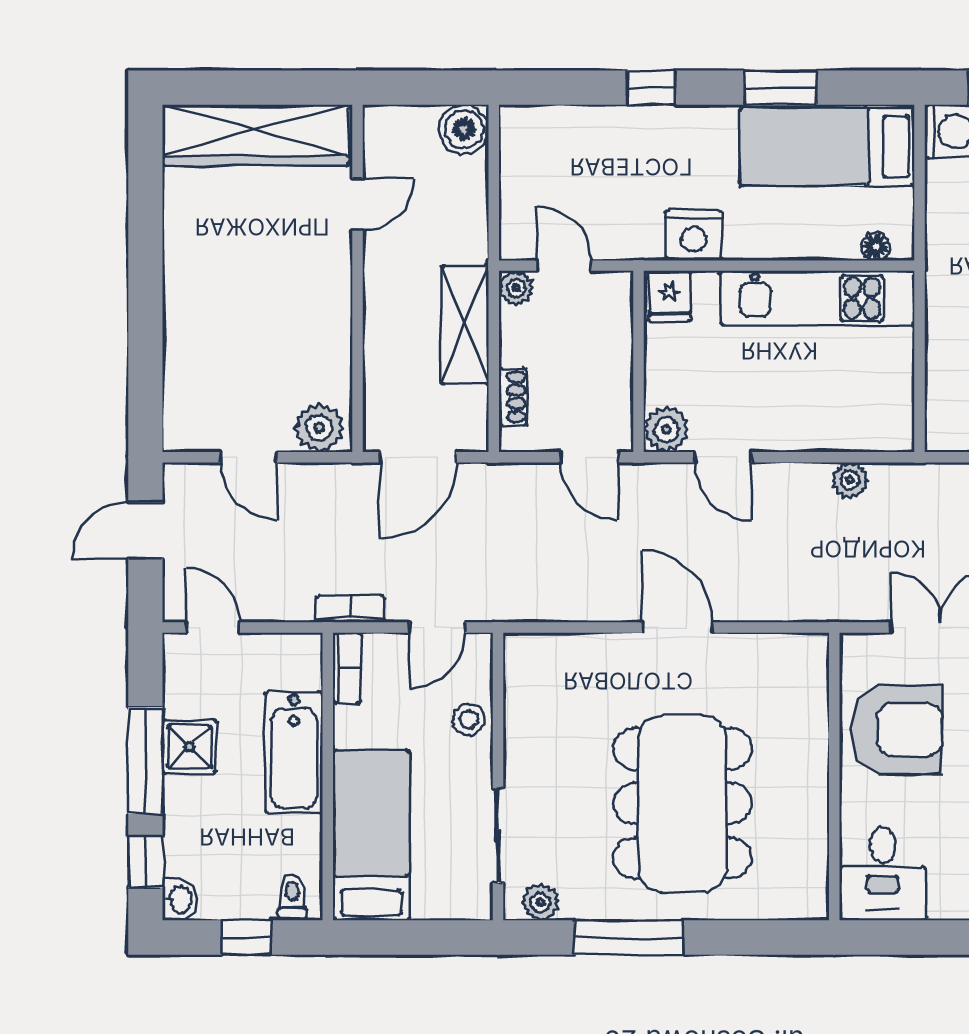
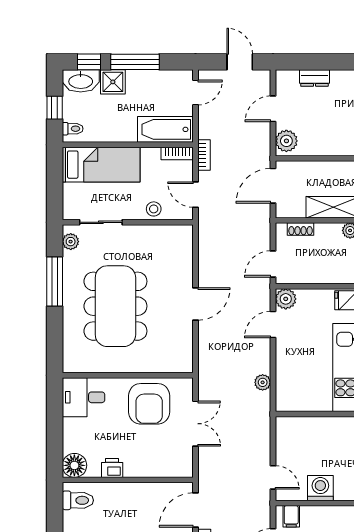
dresser: (181, 366) -> (314, 78), added
door: (418, 457) -> (273, 186), hinge flipped
shower: (189, 747) -> (113, 82), moved
bathtub: (294, 752) -> (165, 129), moved
dining table: (682, 804) -> (115, 306), turned 90
washbasin: (180, 899) -> (81, 81), width x1.91, depth x1.45

